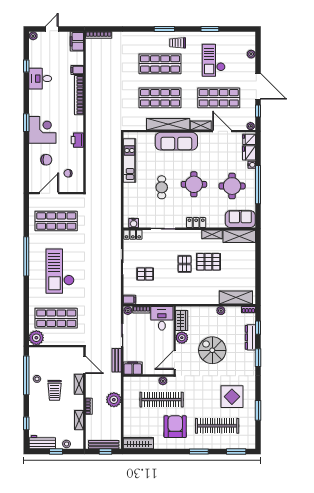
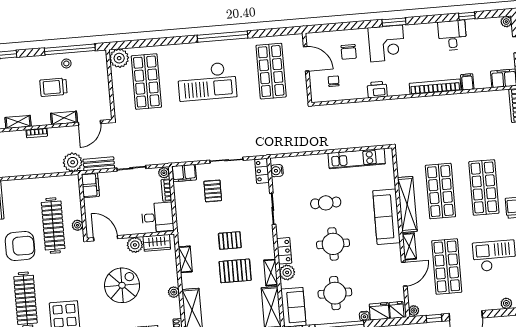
plant: (213, 222) -> (287, 272), added
pallet: (208, 262) -> (235, 271), turned 90
checkout: (60, 271) -> (207, 81), turned 180
filing cabinet: (129, 300) -> (184, 173), width x2.00
shelving: (196, 300) -> (185, 259), added
plant: (114, 400) -> (73, 162), moved

